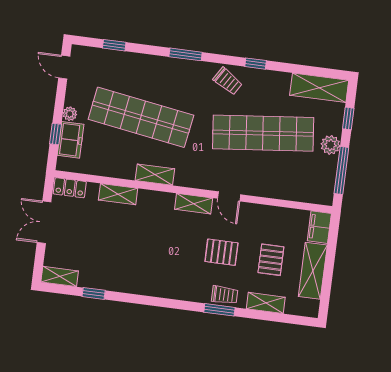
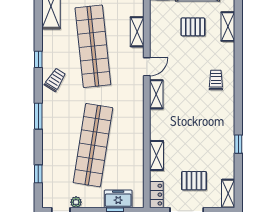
plant: (70, 114) -> (76, 202), moved
shelving: (155, 175) -> (137, 32), moved
pallet: (221, 252) -> (194, 181), moved, turned 90
window: (94, 293) -> (238, 144), moved
trolley: (225, 295) -> (216, 80), moved
window: (219, 310) -> (238, 63), removed

